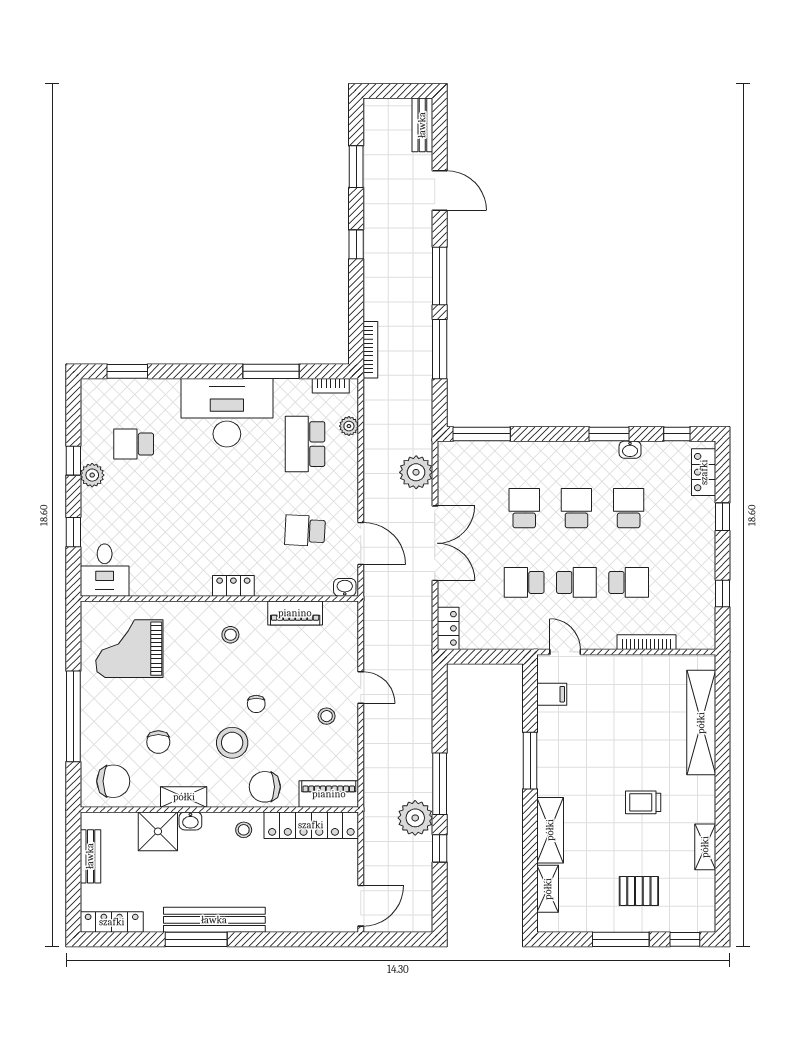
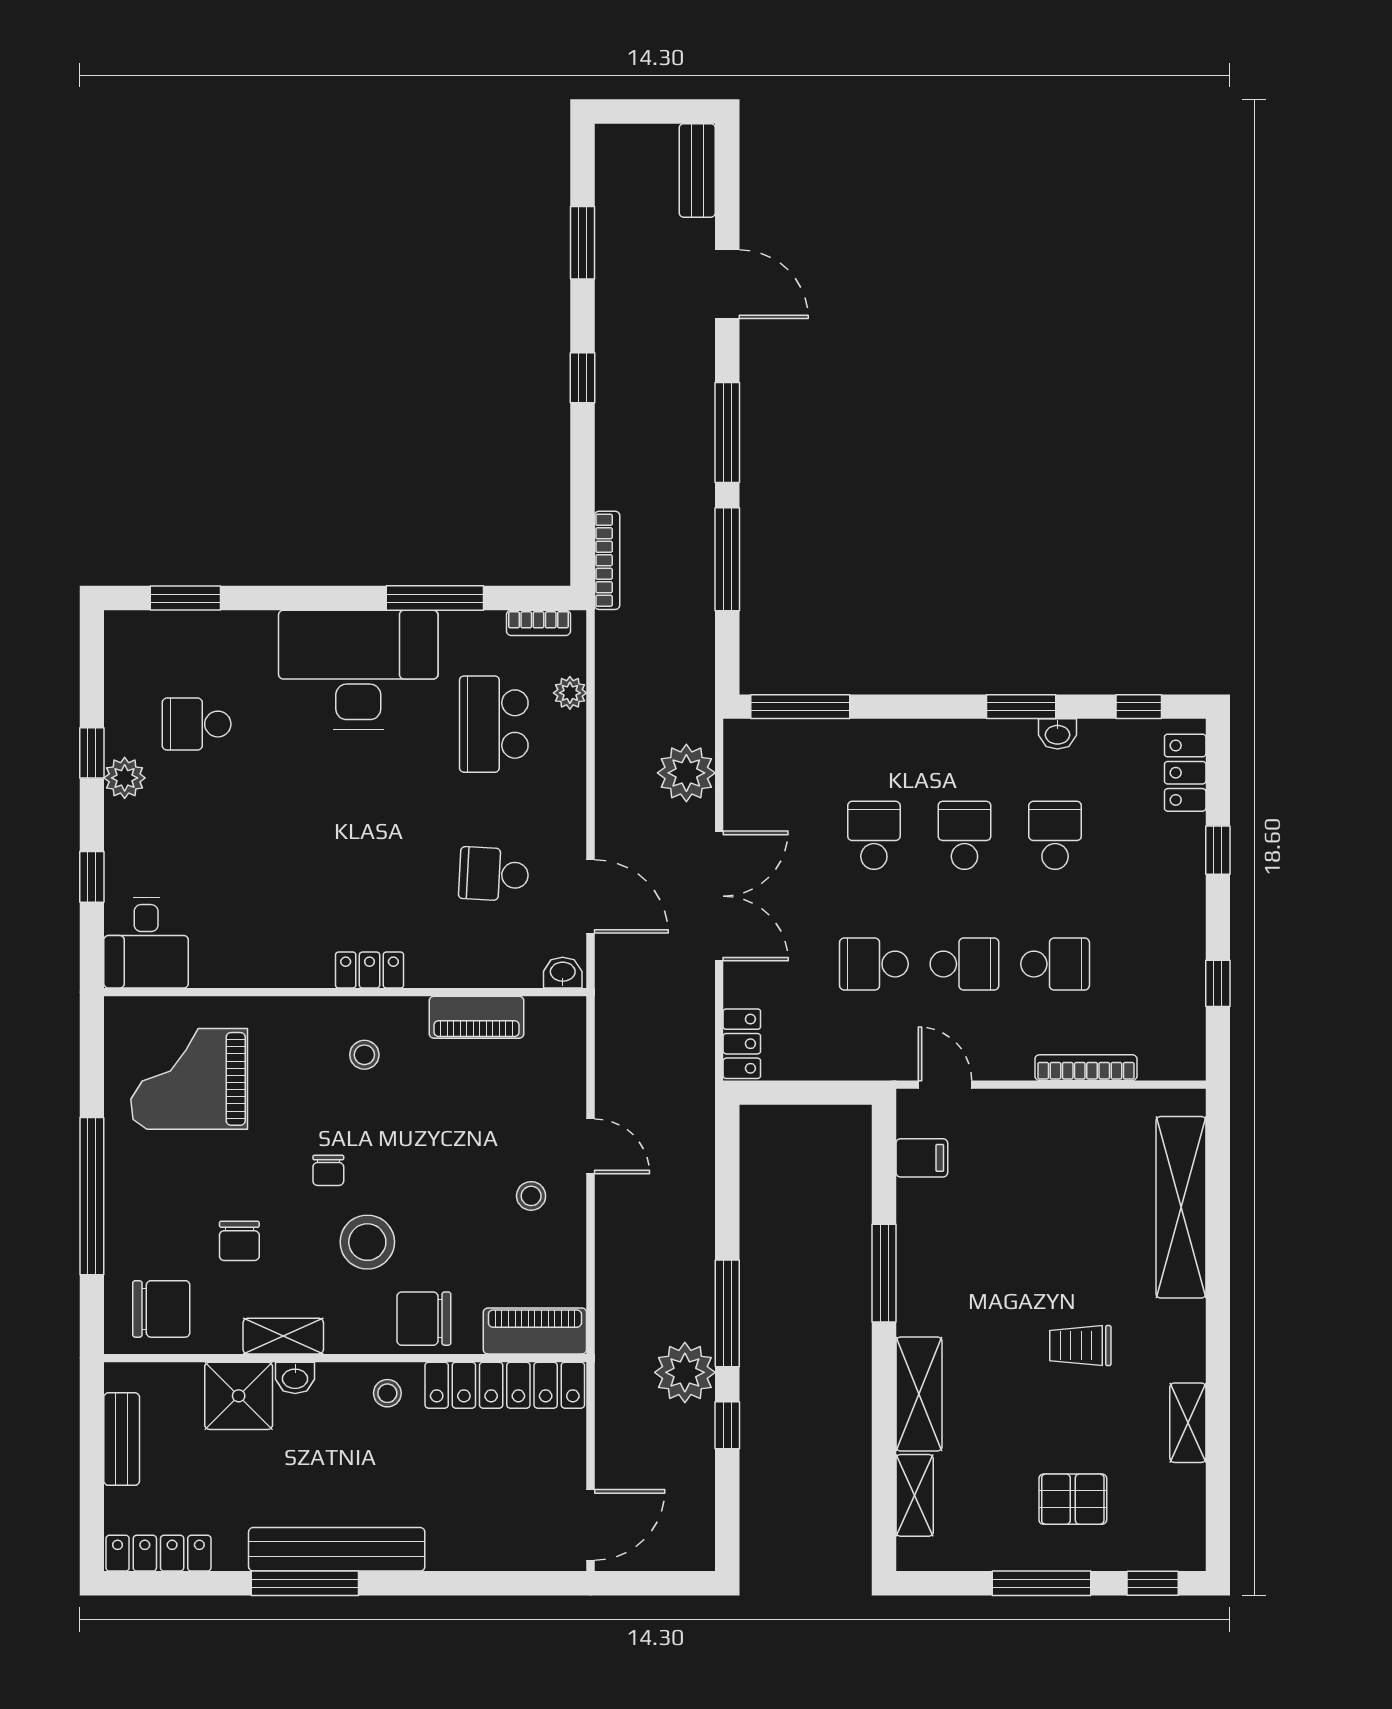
chair: (256, 704) -> (328, 1170), moved

